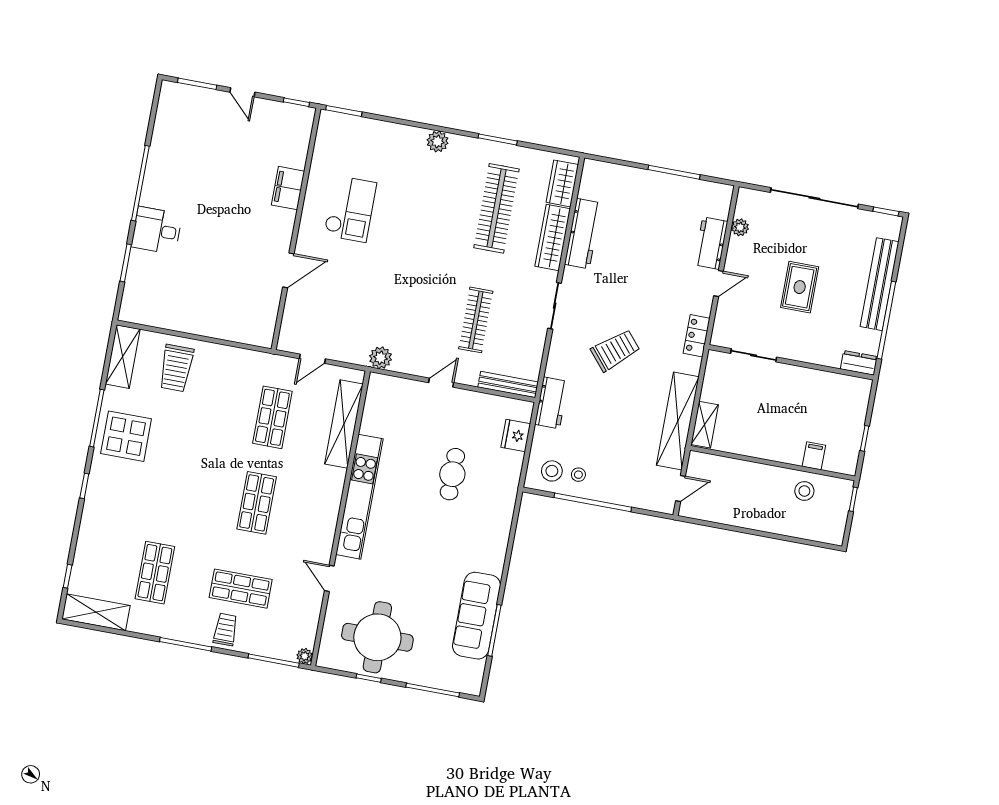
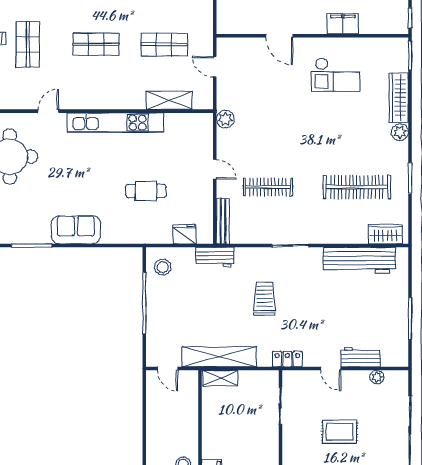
workbench: (583, 234) -> (359, 260), width x1.36, depth x1.32
wardrobe: (553, 238) -> (399, 98), moved, turned -90
trolley: (615, 350) -> (265, 299), turned -140
shelving: (344, 424) -> (169, 100), width x0.68
stool: (578, 475) -> (164, 288), removed
sofa: (477, 616) -> (76, 230), moved, width x0.73

